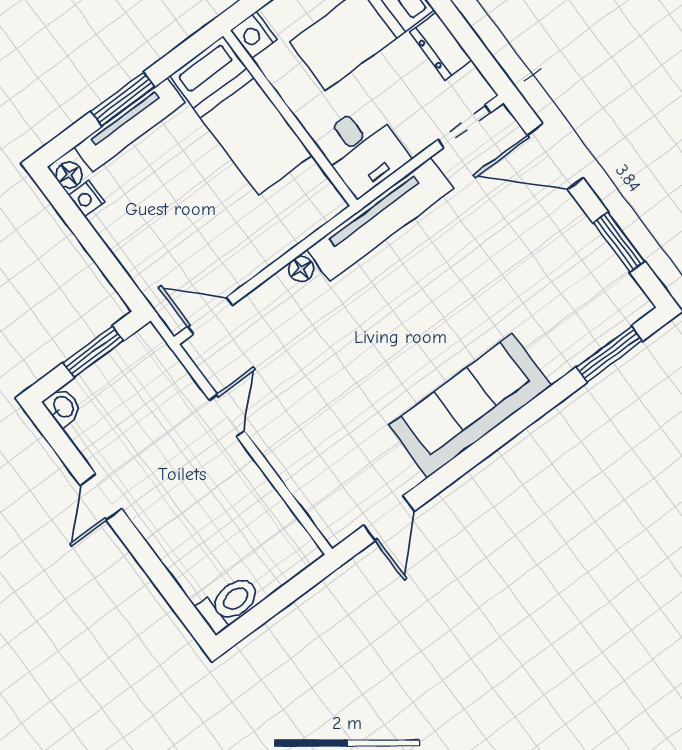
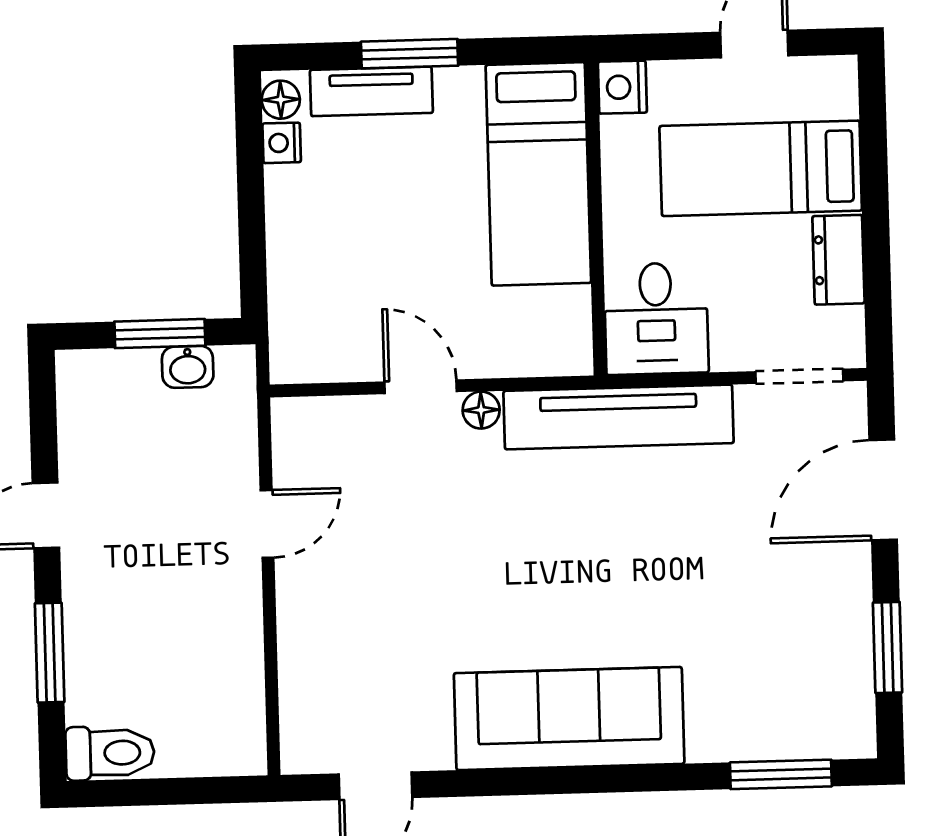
tv unit: (130, 125) -> (371, 91), width x0.71
door: (555, 156) -> (883, 490), hinge flipped
door: (210, 316) -> (421, 387), moved
washbasin: (63, 407) -> (188, 367), moved, turned 90
window: (156, 571) -> (50, 653), added

